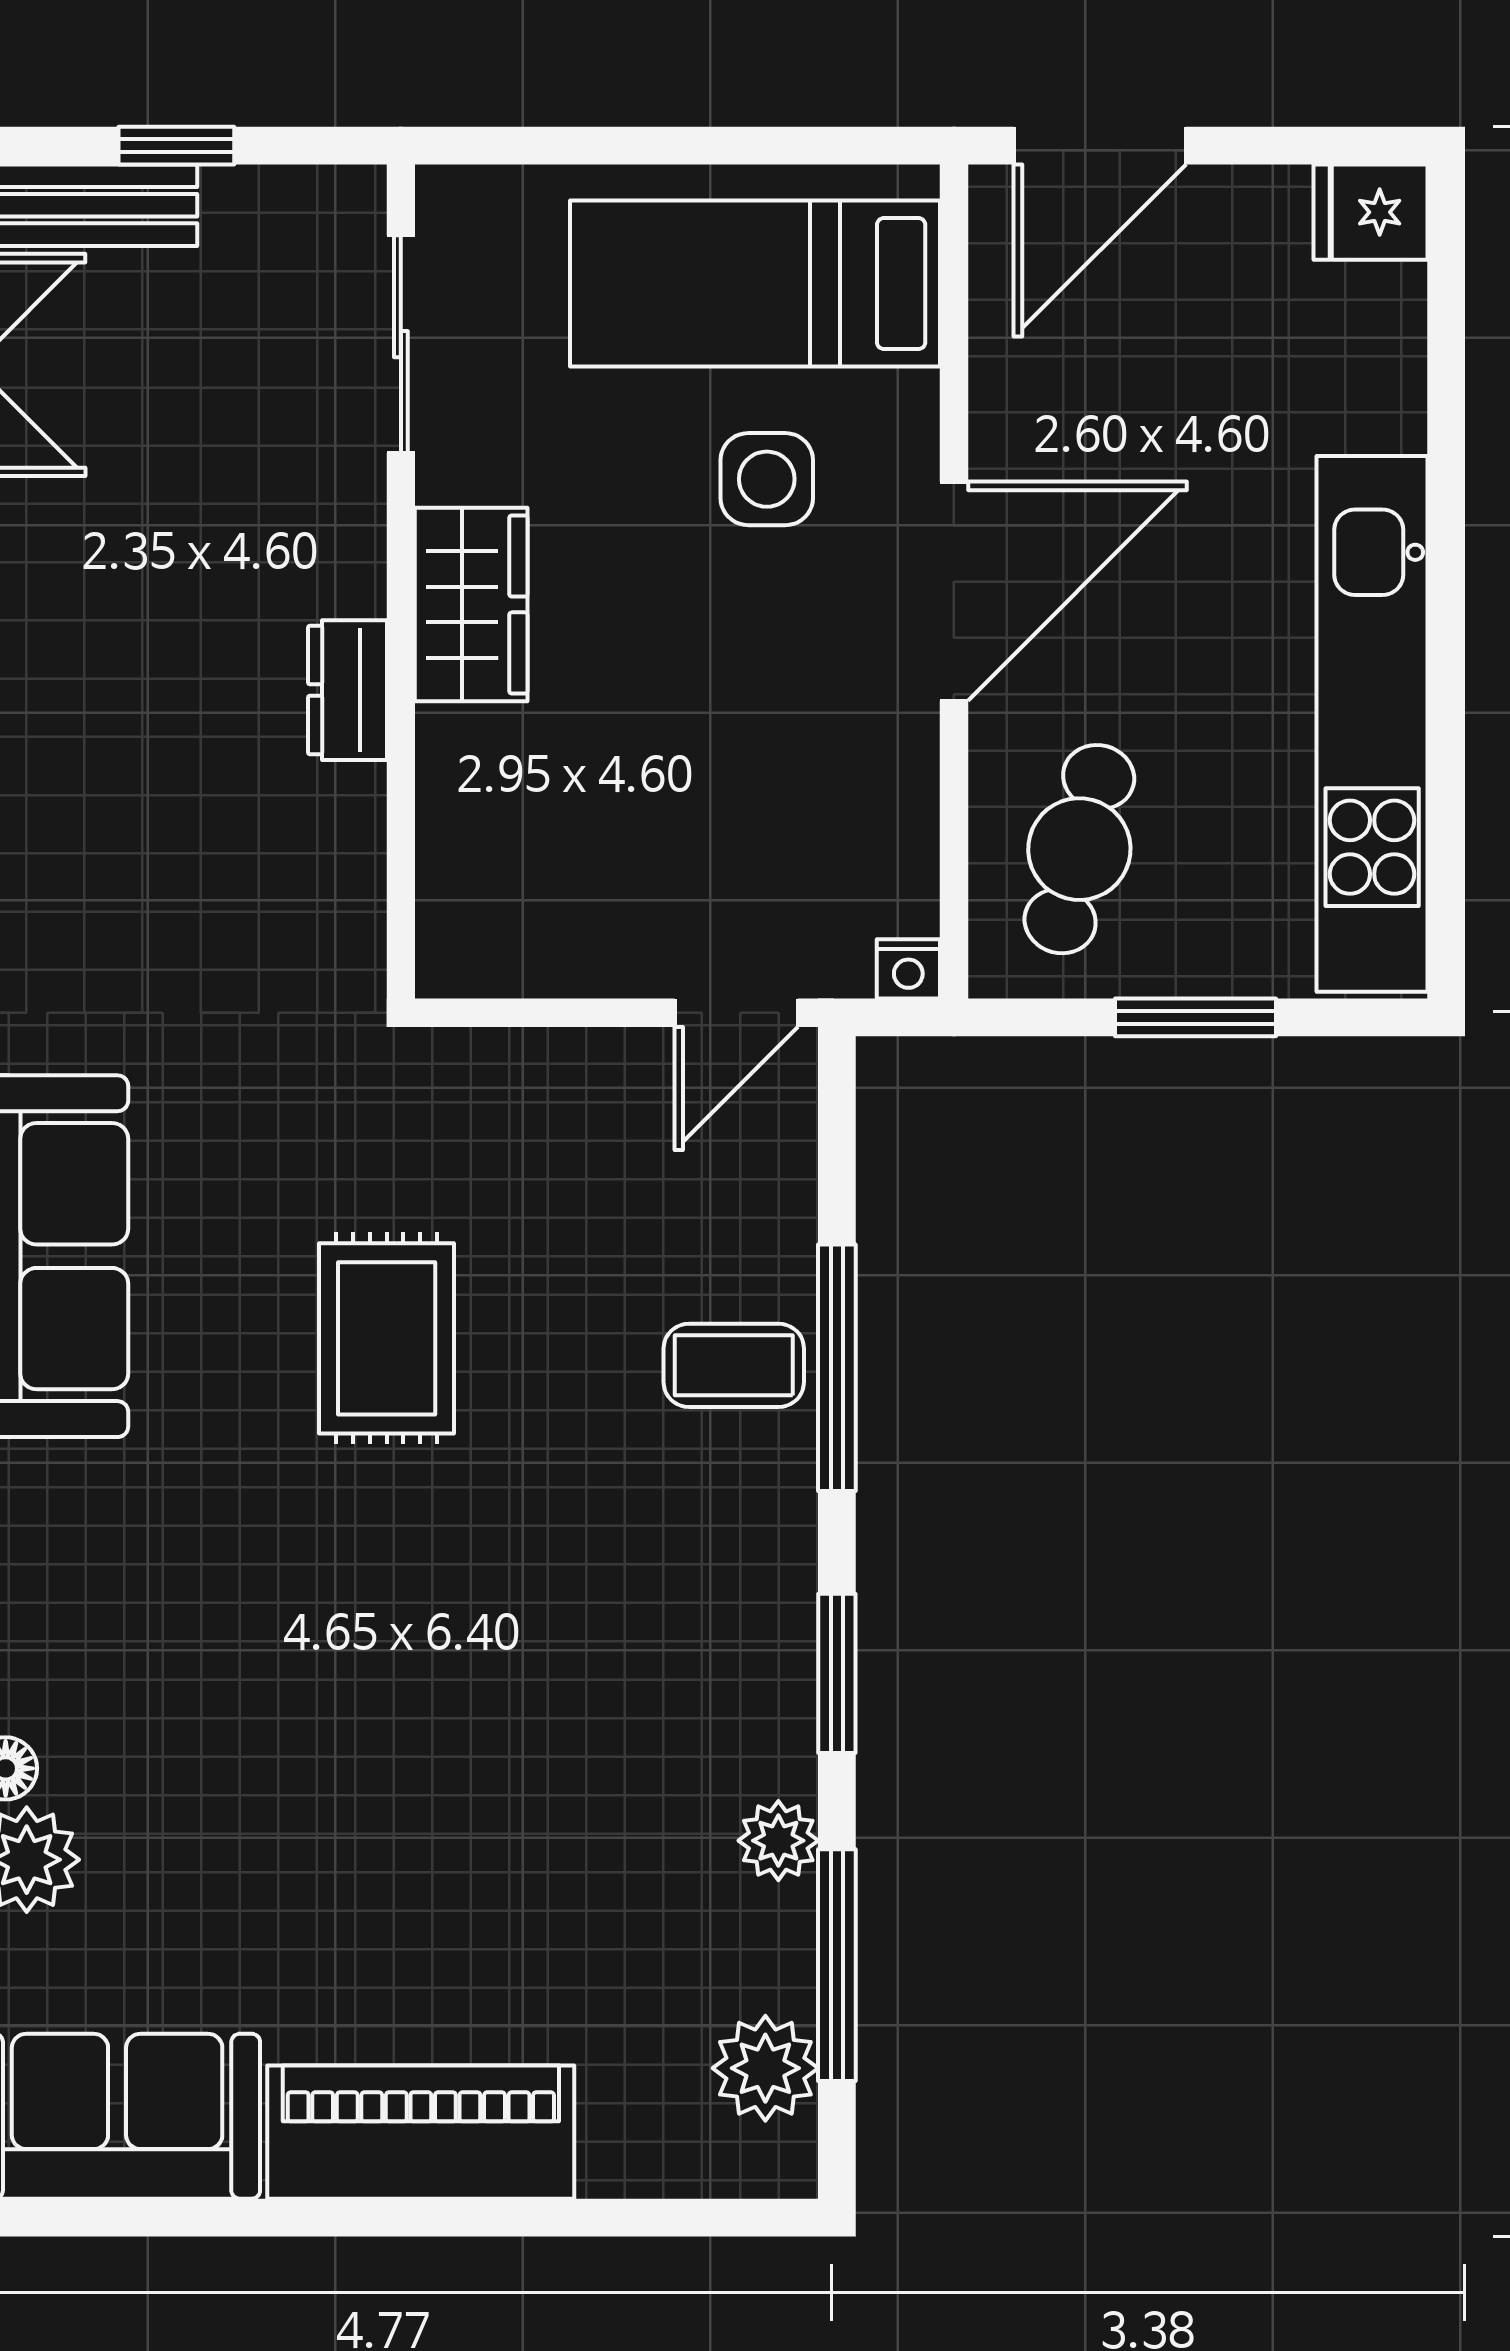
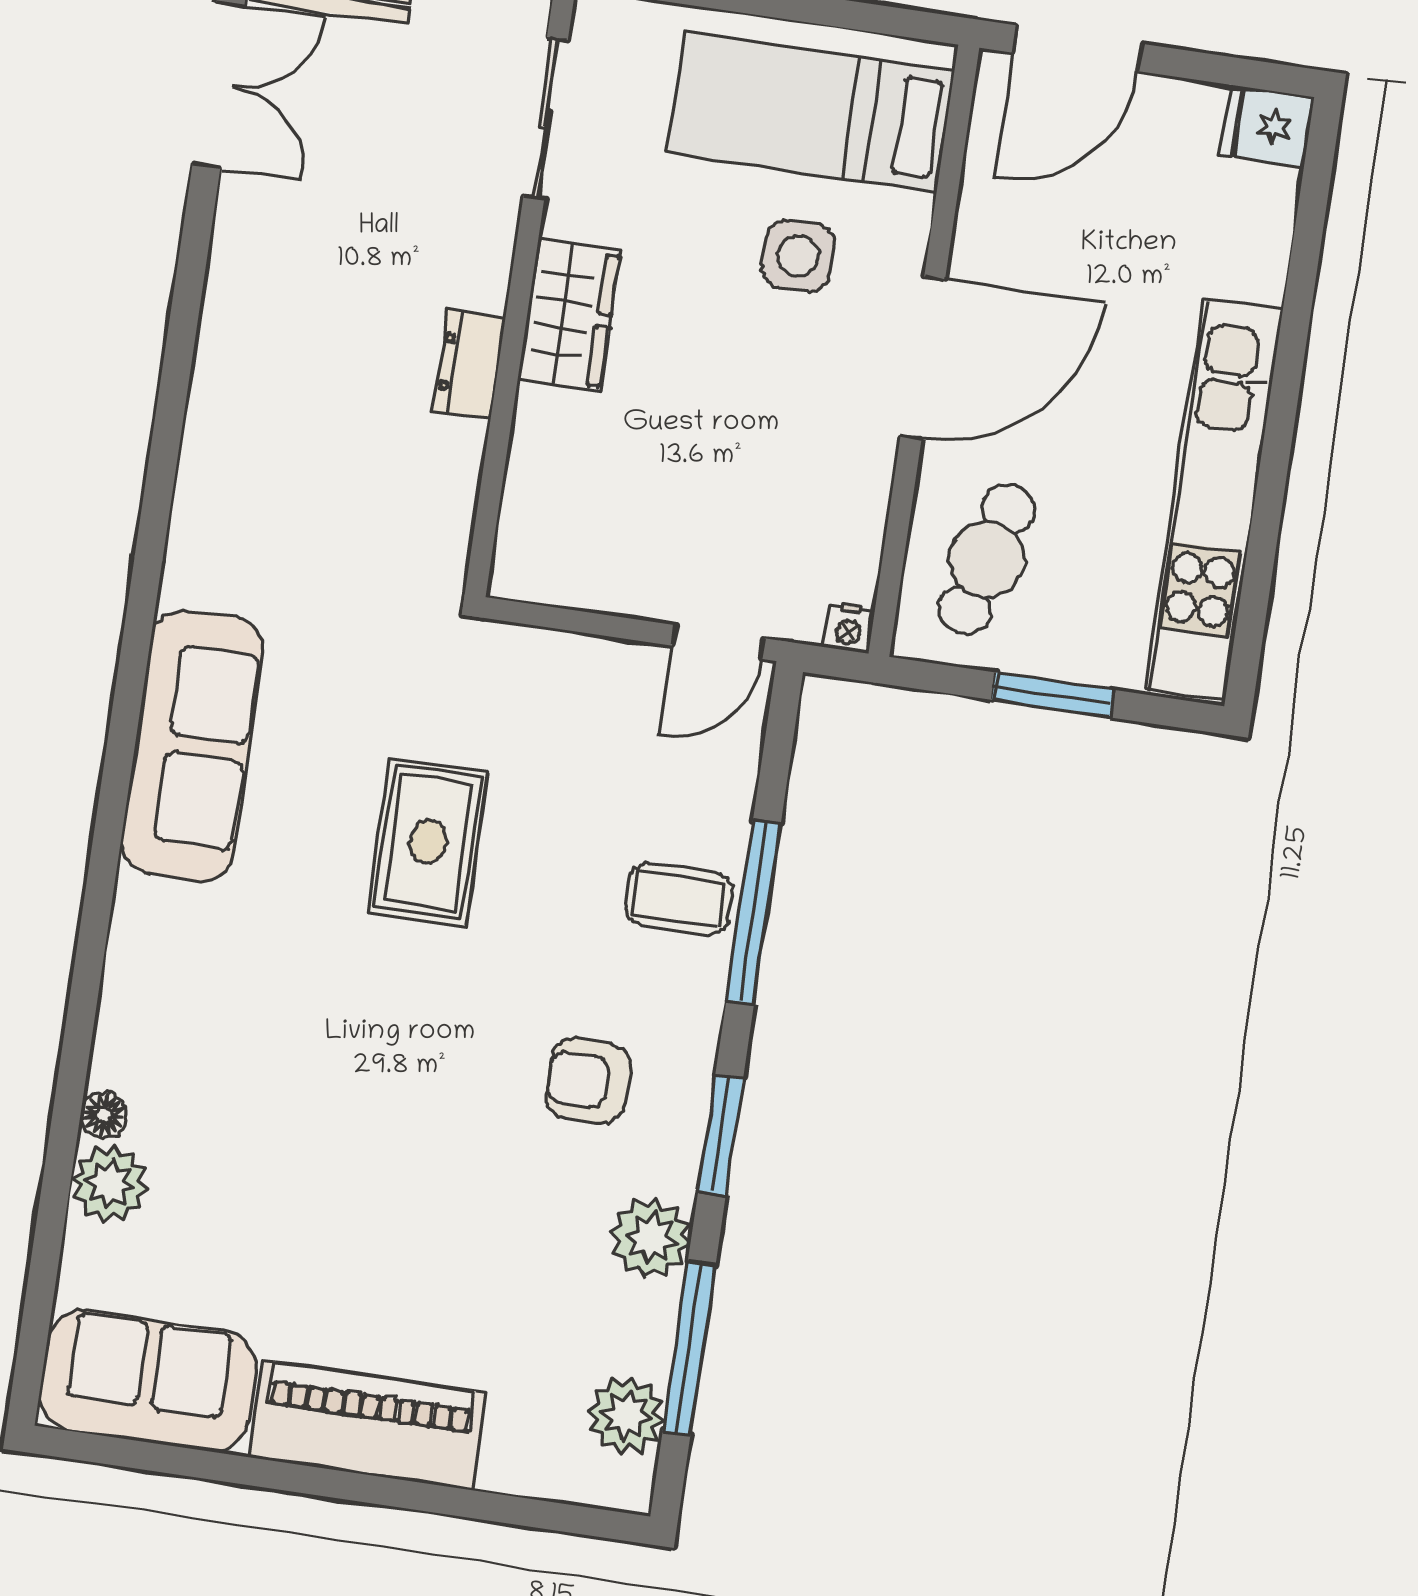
armchair: (648, 1627) -> (588, 1081), added
plant: (778, 1841) -> (651, 1238), width x1.38, depth x1.38

